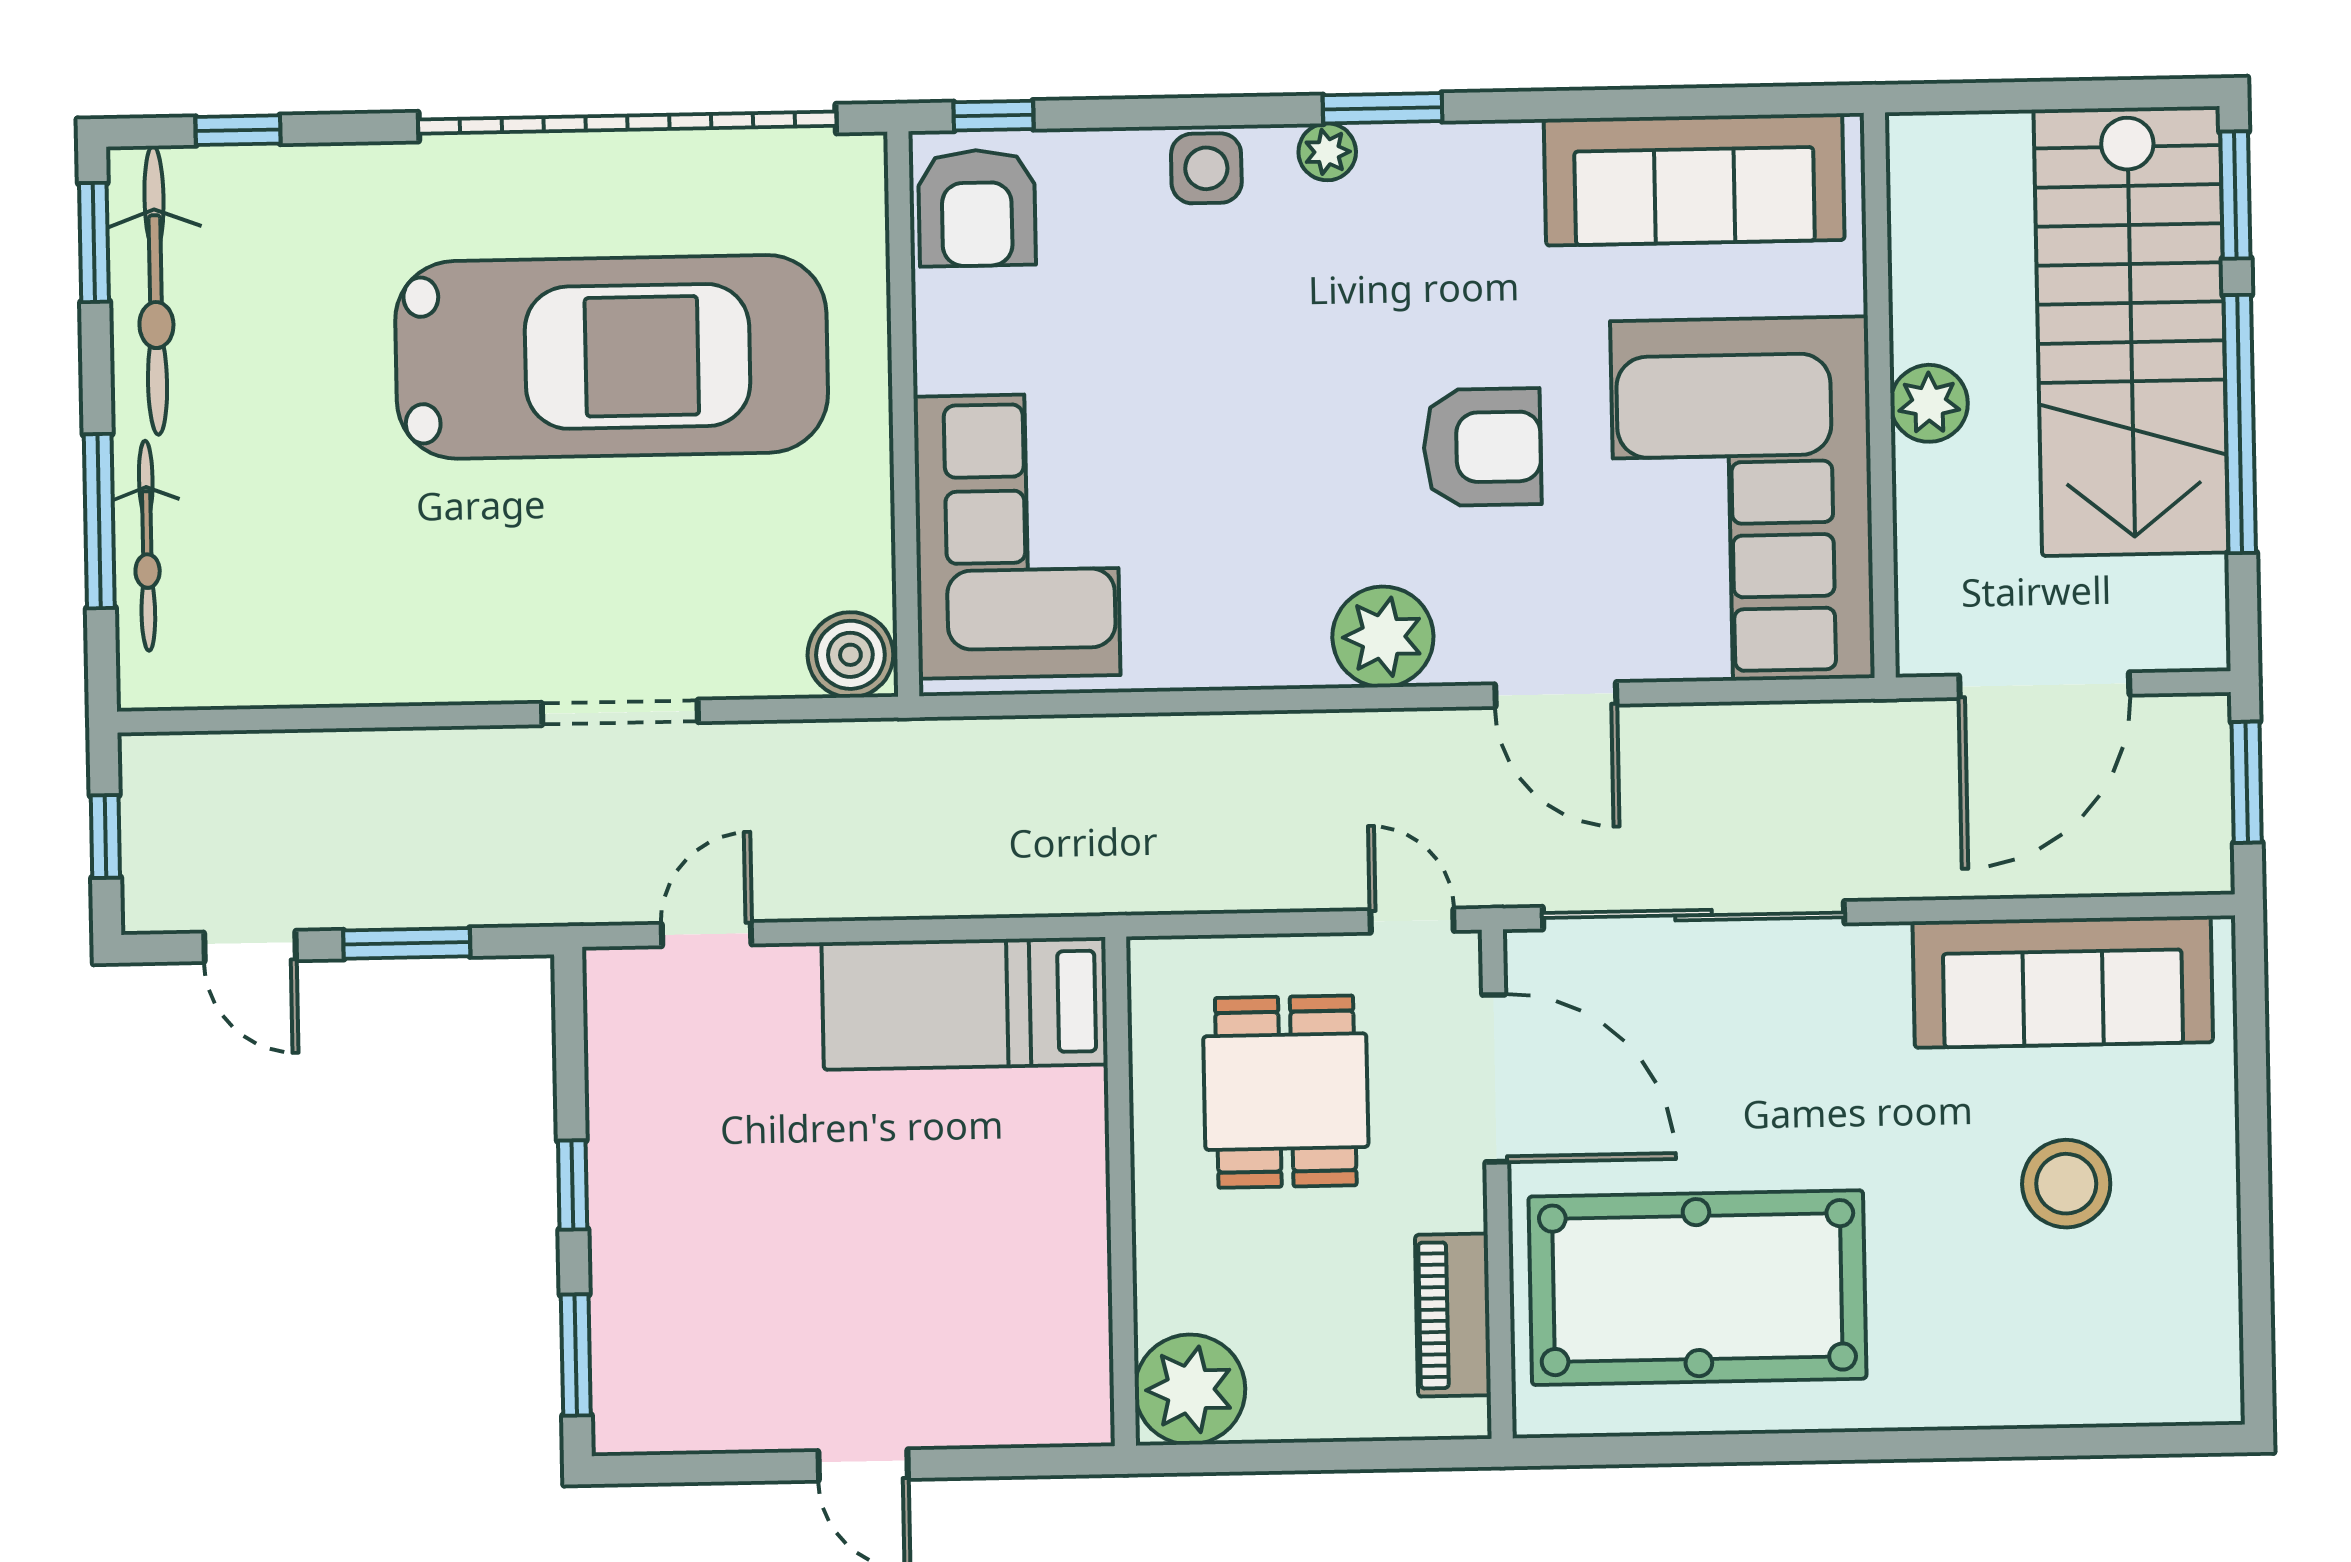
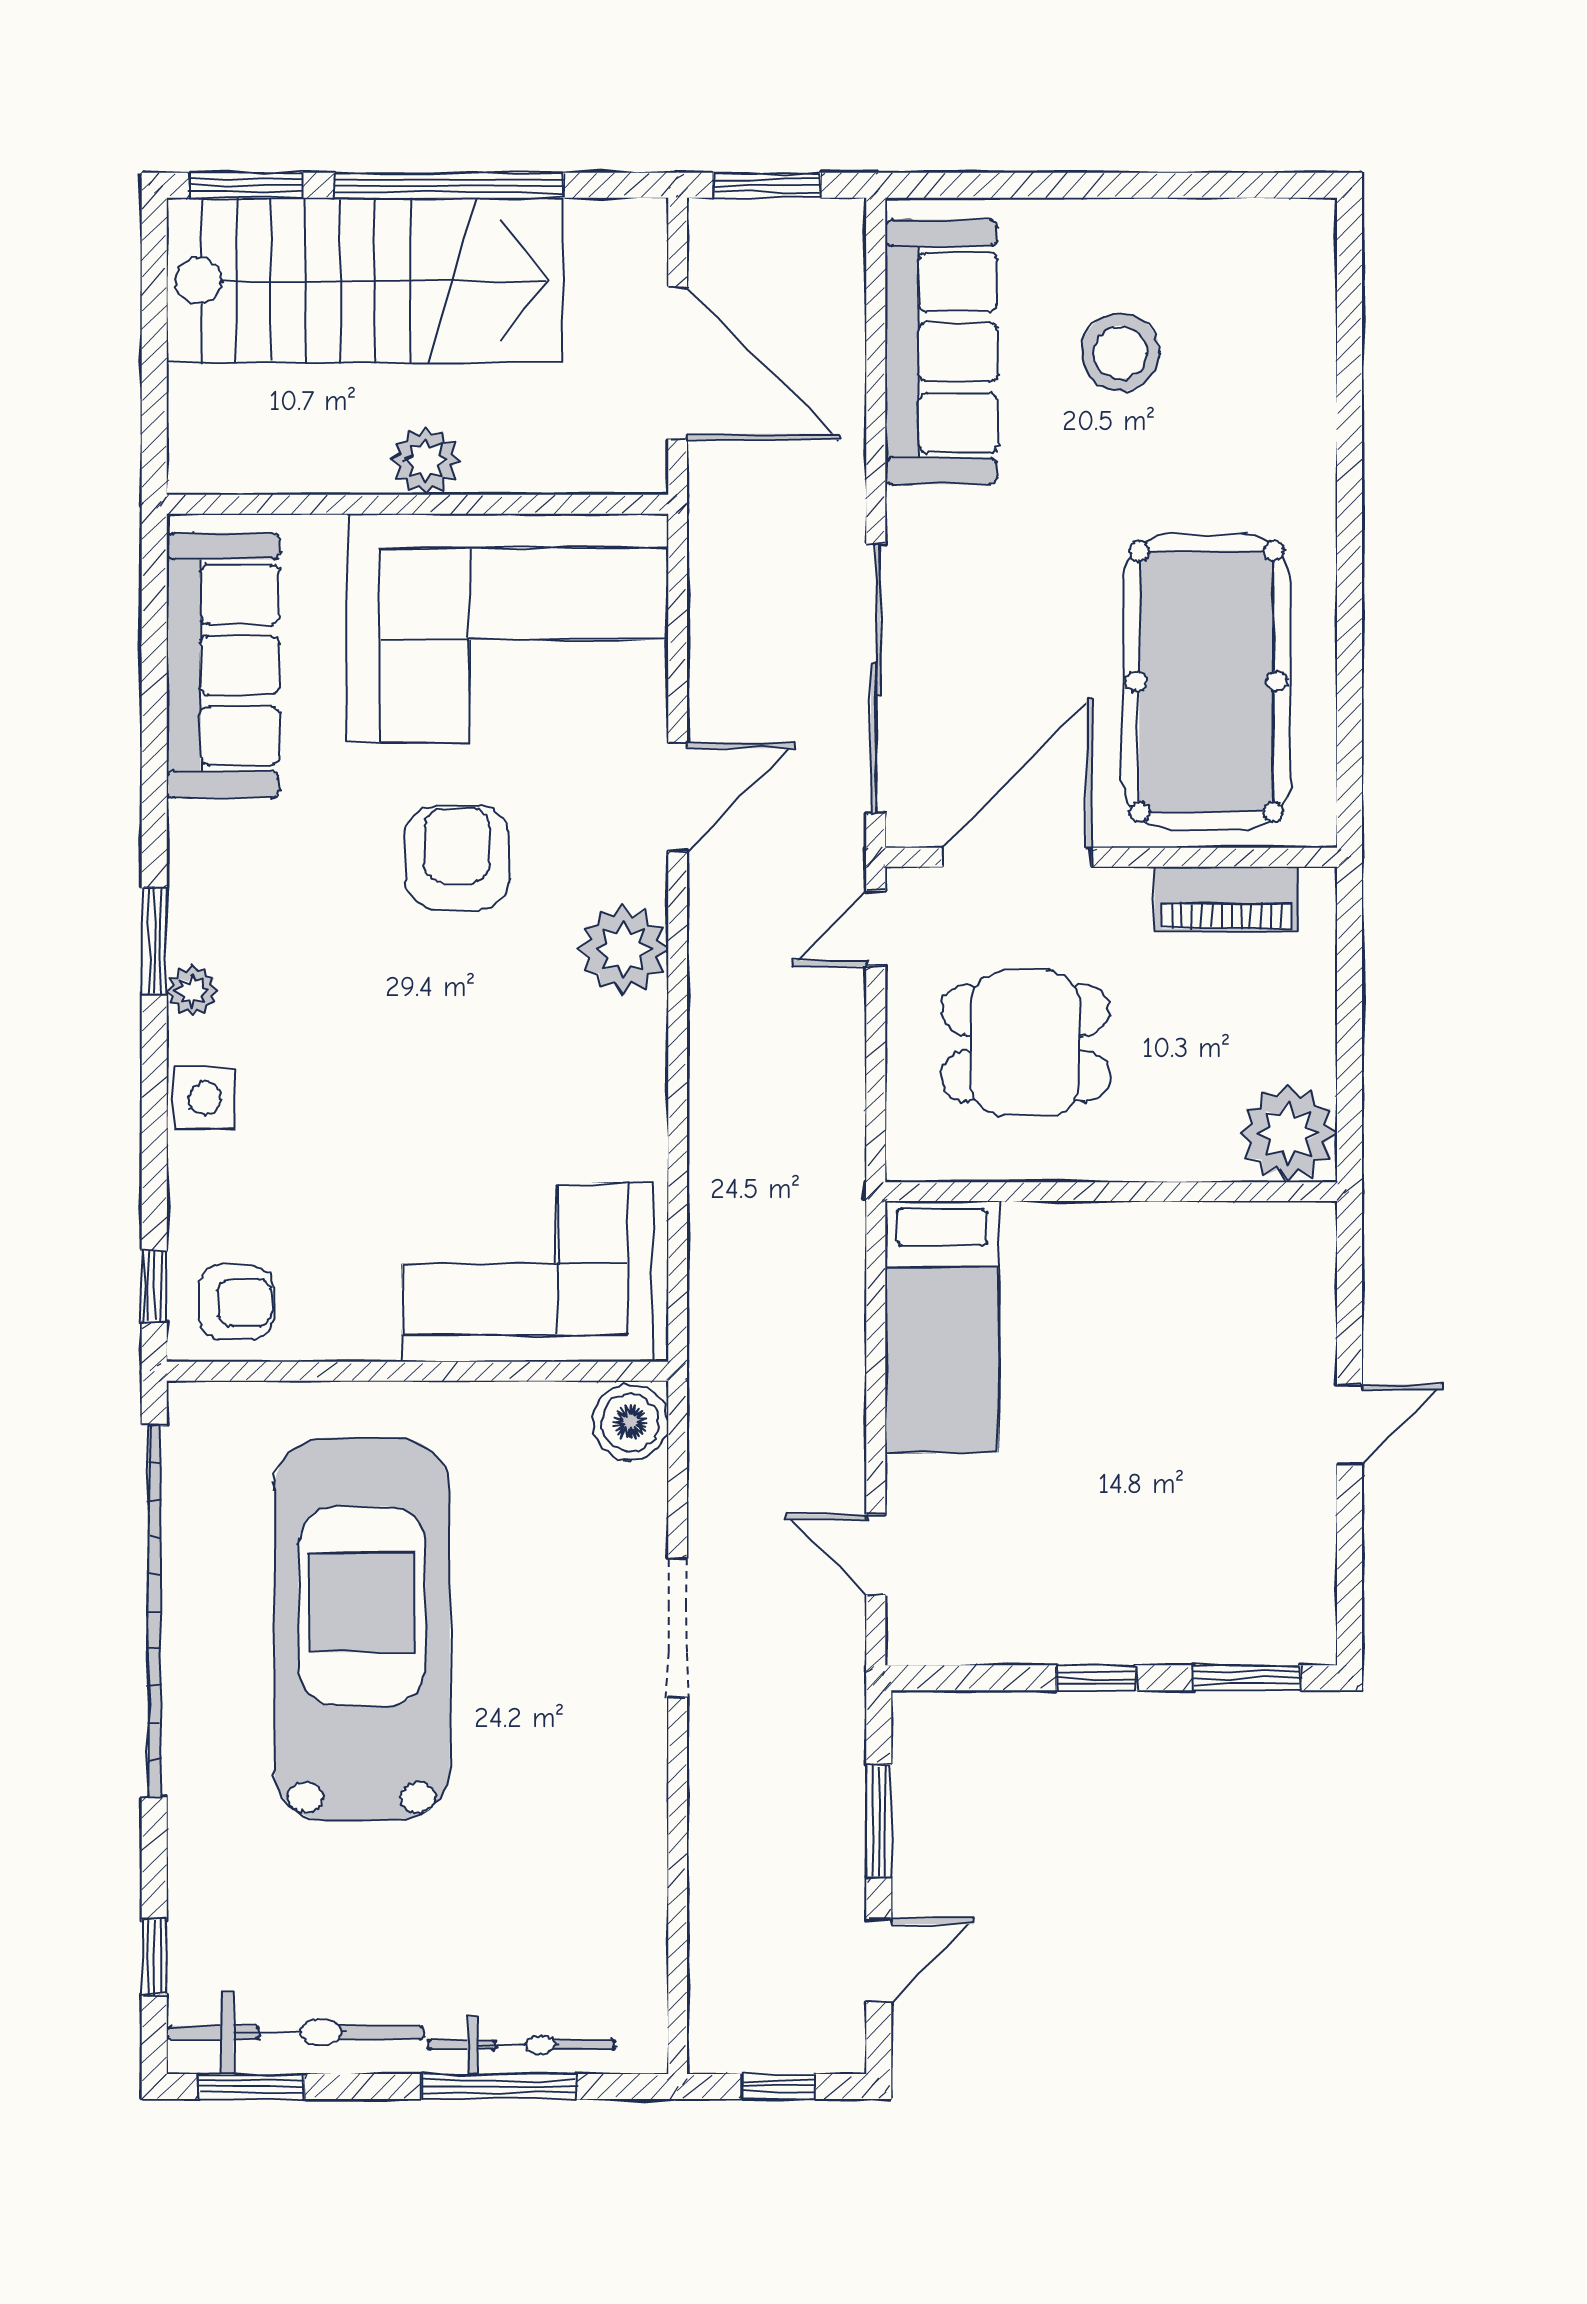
armchair: (977, 208) -> (236, 1302), width x0.72, depth x0.72

